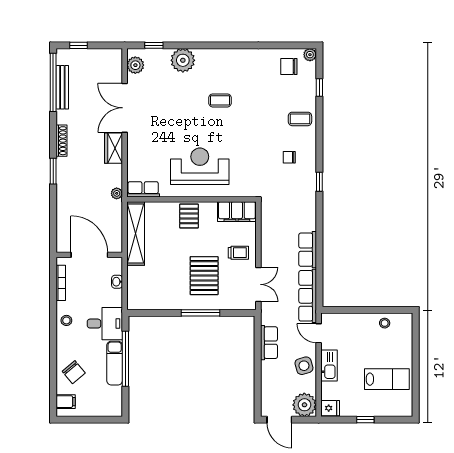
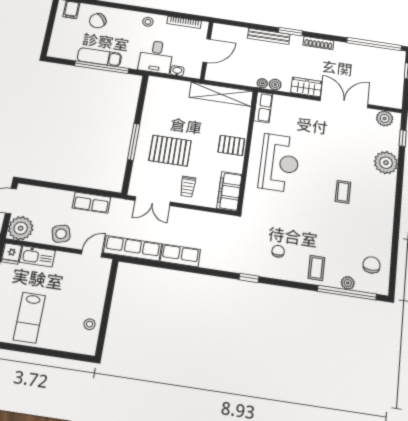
plant: (310, 55) -> (348, 283), moved
bench: (62, 87) -> (269, 36), moved
window: (319, 88) -> (347, 293), width x3.17
plant: (116, 180) -> (275, 84), added
door: (89, 255) -> (207, 51), width x0.73
desk: (105, 324) -> (156, 57), moved
kitchen sink: (329, 365) -> (37, 256), moved

